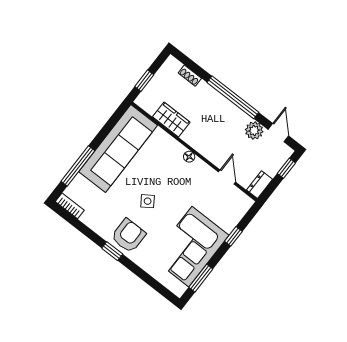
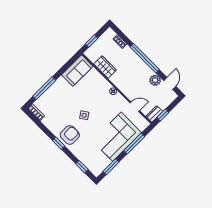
sofa: (118, 149) -> (77, 71), width x0.54, depth x0.79
window: (286, 168) -> (163, 115), moved
door: (227, 177) -> (135, 107), hinge flipped
window: (233, 236) -> (134, 144), width x2.17
corner sofa: (190, 247) -> (117, 137), moved
window: (154, 284) -> (82, 167), added

